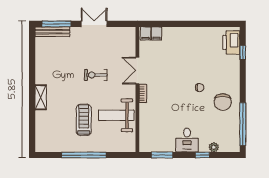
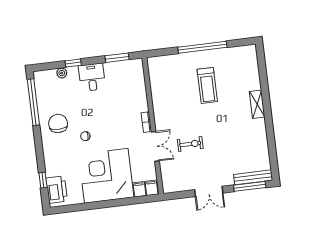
corner desk: (185, 49) -> (106, 176), added
exercise bike: (96, 75) -> (190, 144), moved
weight bench: (116, 115) -> (172, 95), removed

